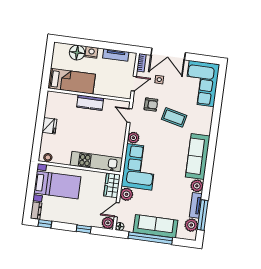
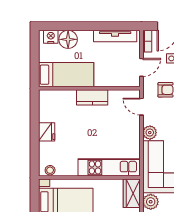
nightstand: (91, 52) -> (51, 37), moved
tv unit: (116, 55) -> (115, 36), width x1.41

